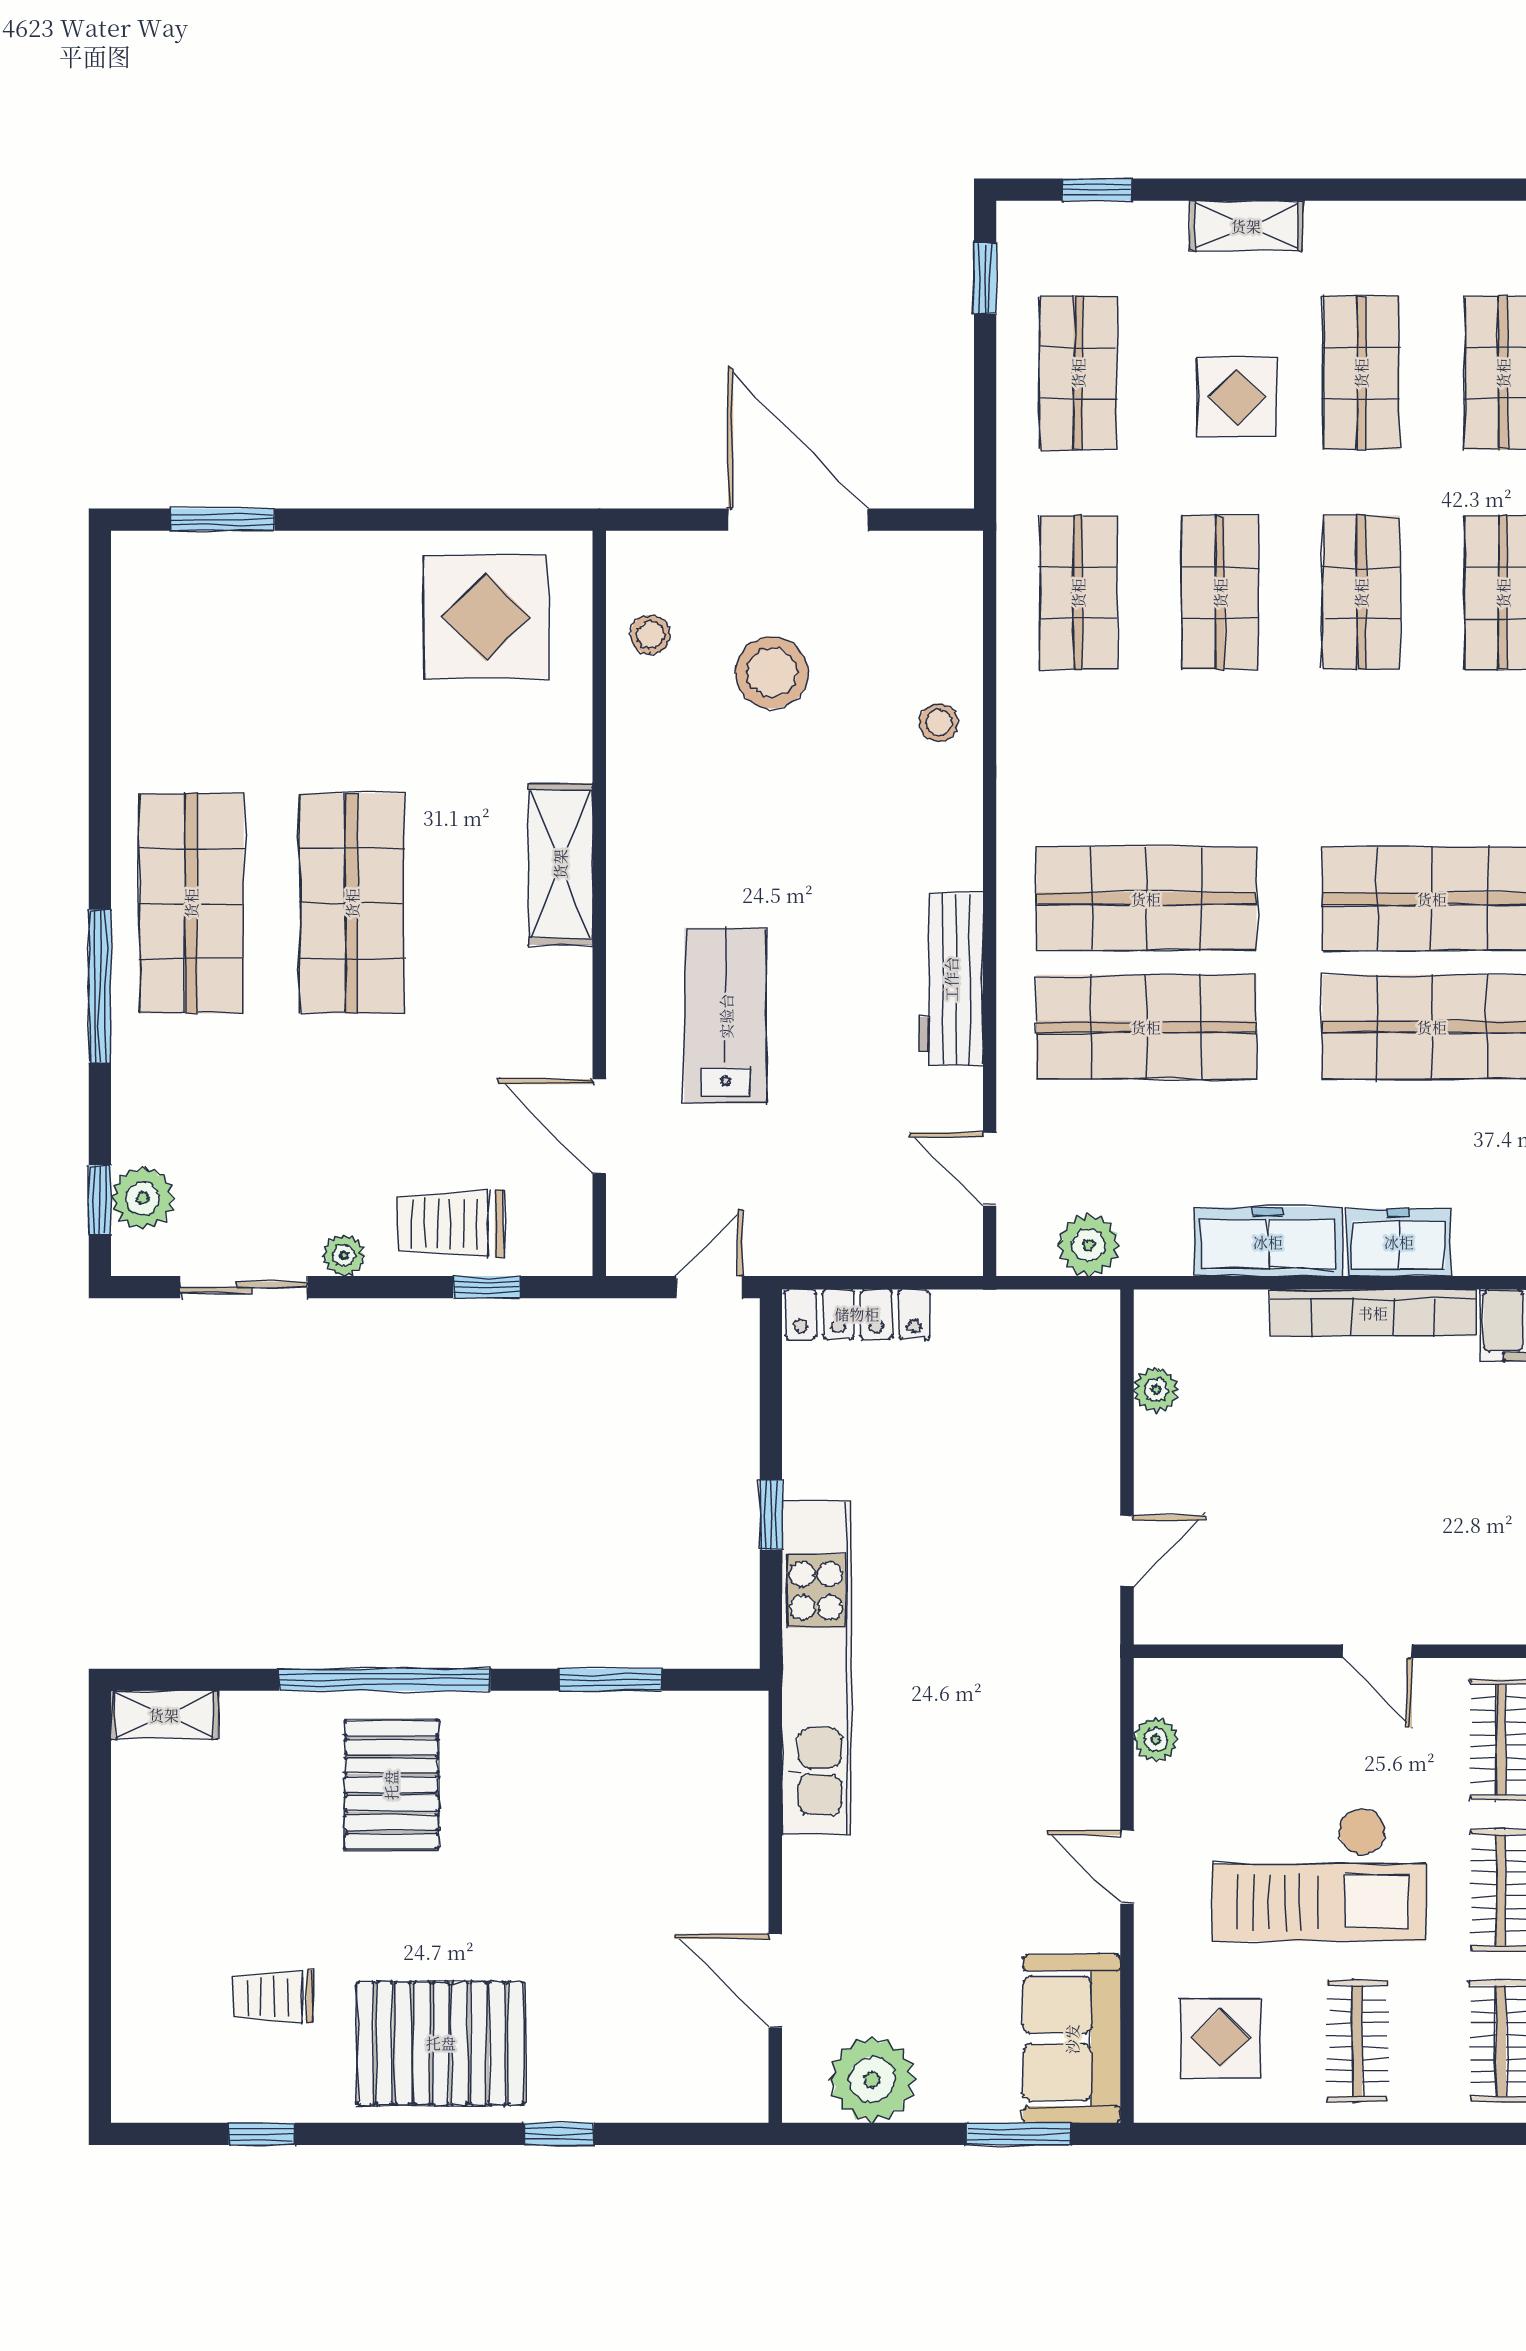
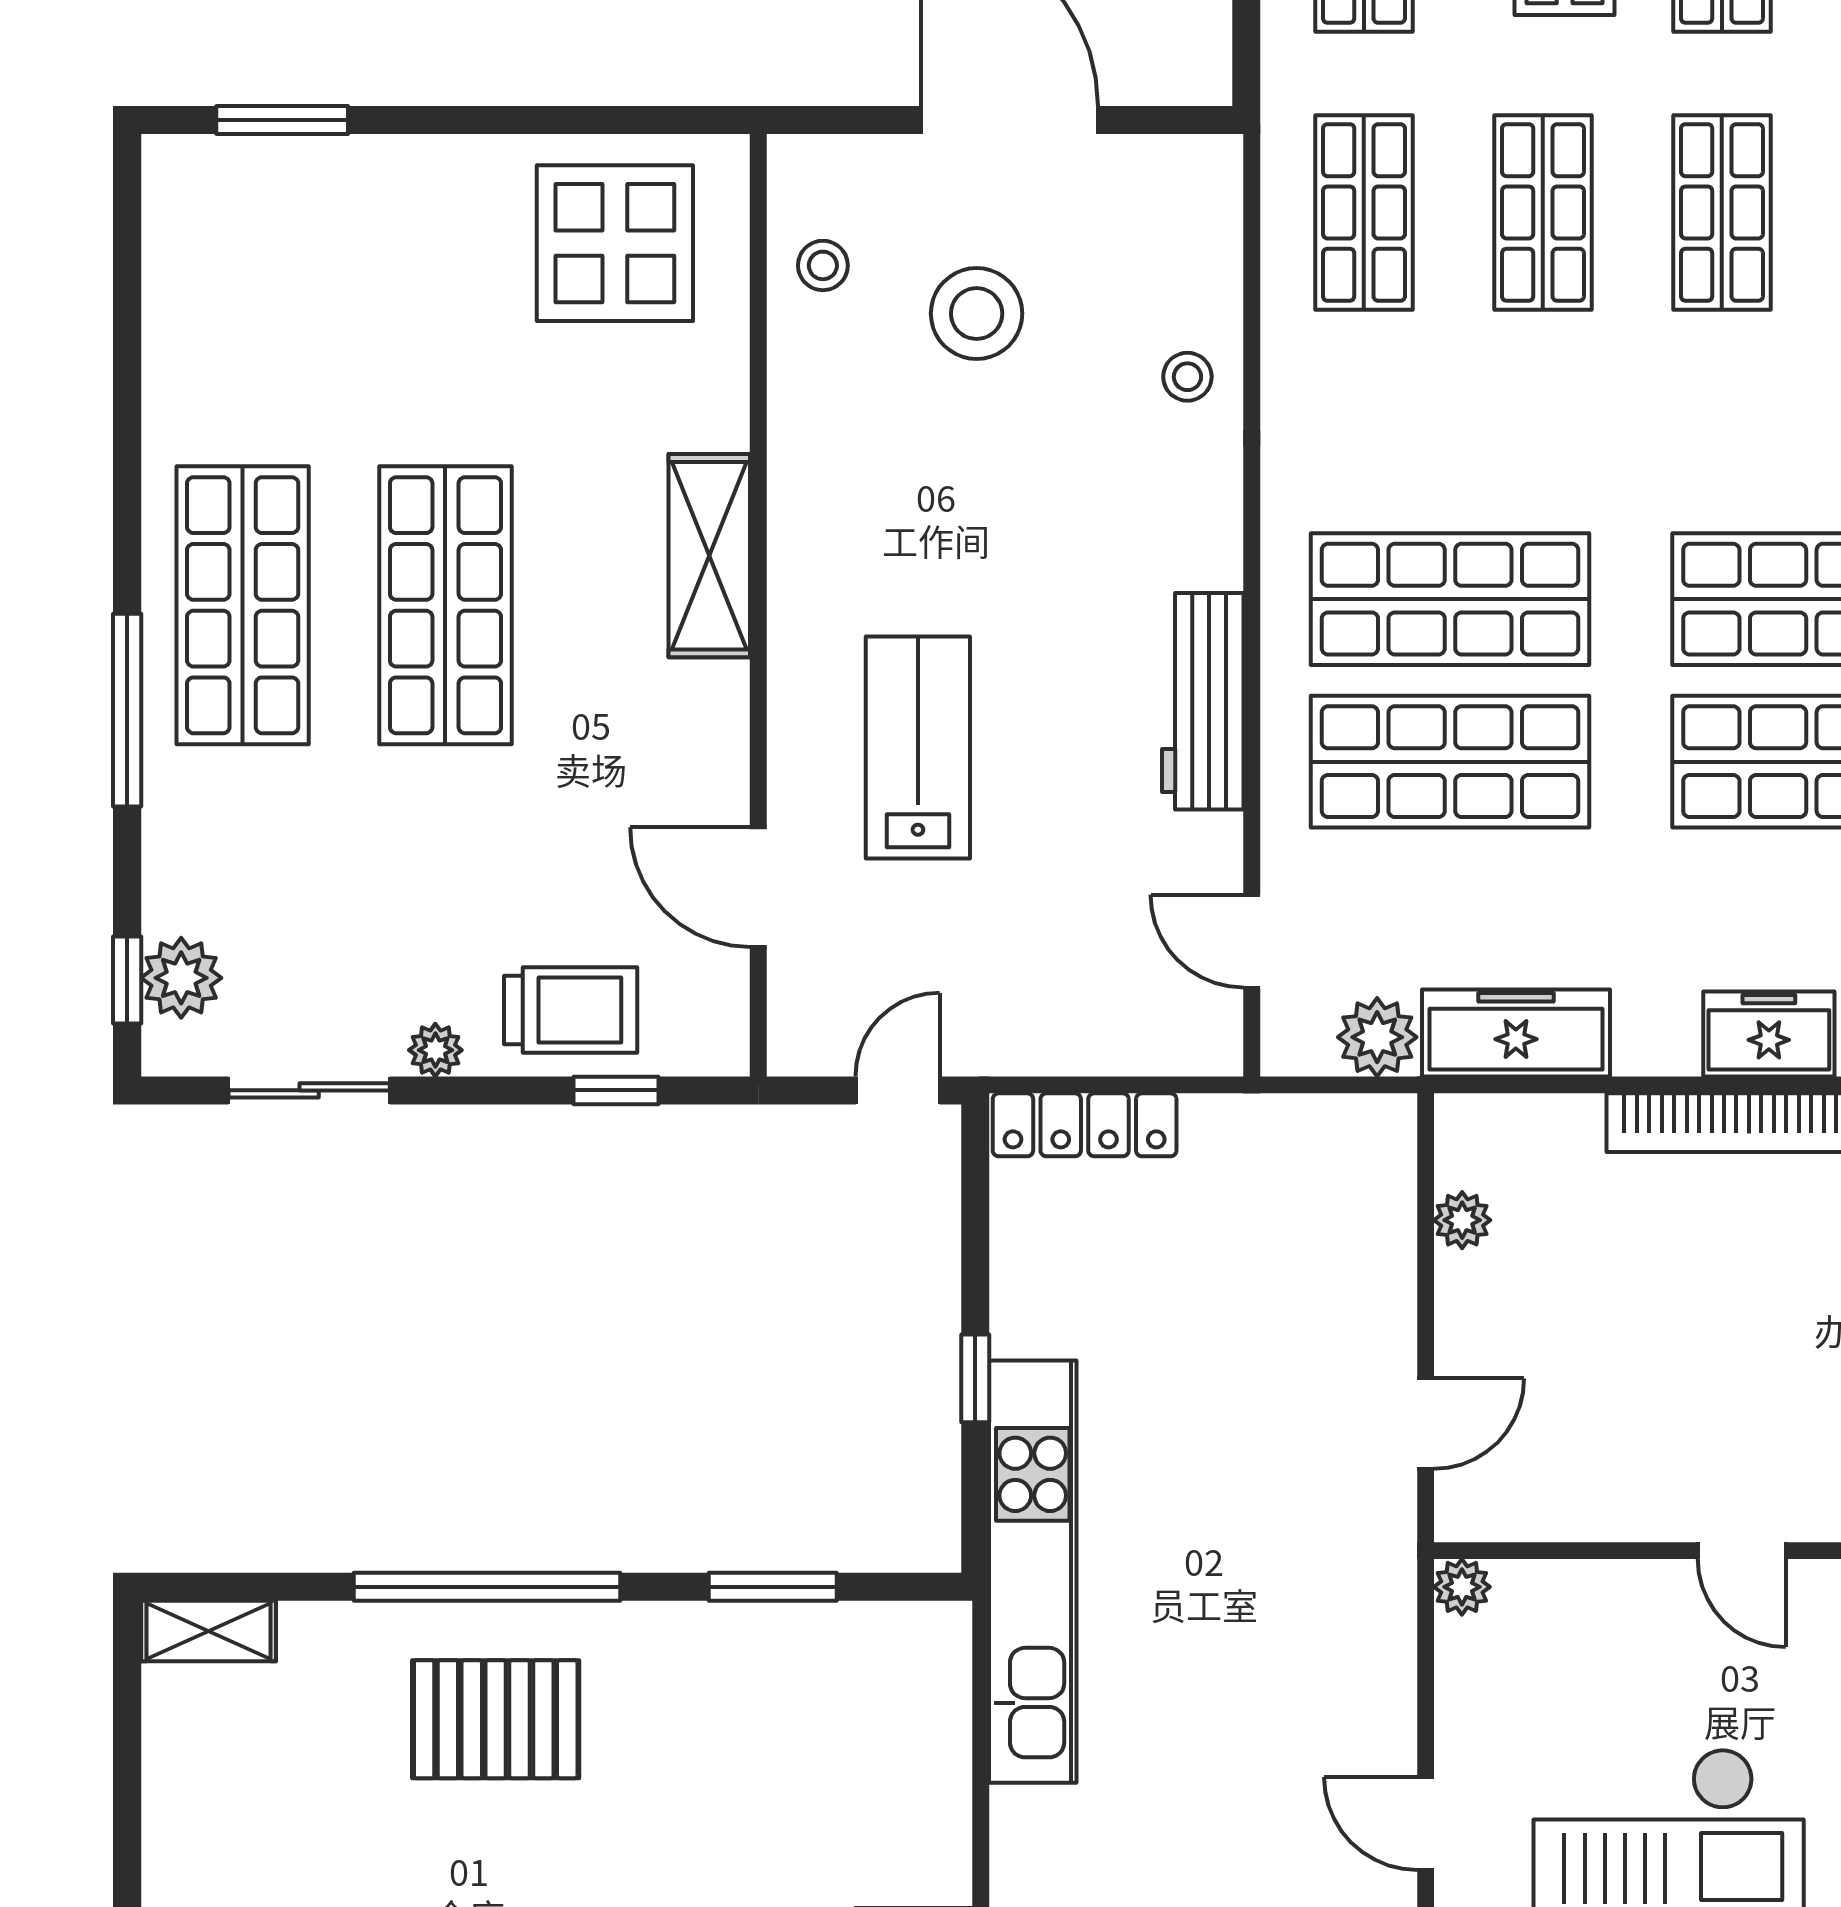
trolley: (451, 1224) -> (571, 1010), turned 180
freezer: (1268, 1242) -> (1516, 1033), moved
plant: (1156, 1740) -> (1462, 1587), moved
pallet: (391, 1785) -> (496, 1719), turned 90

